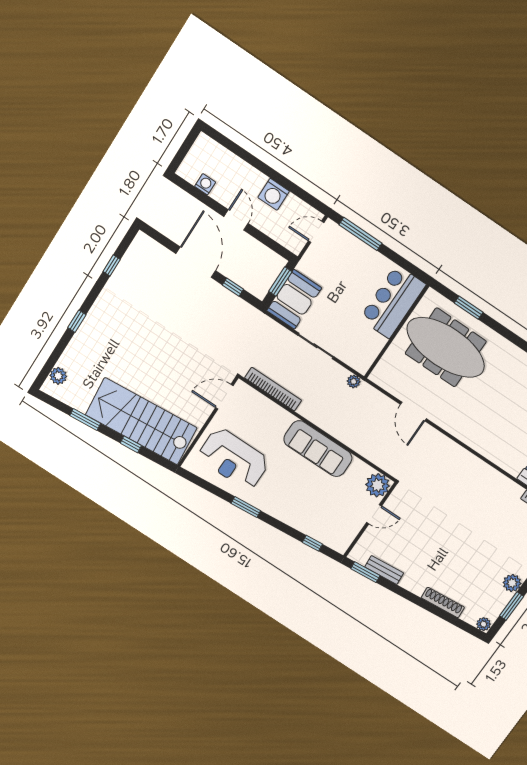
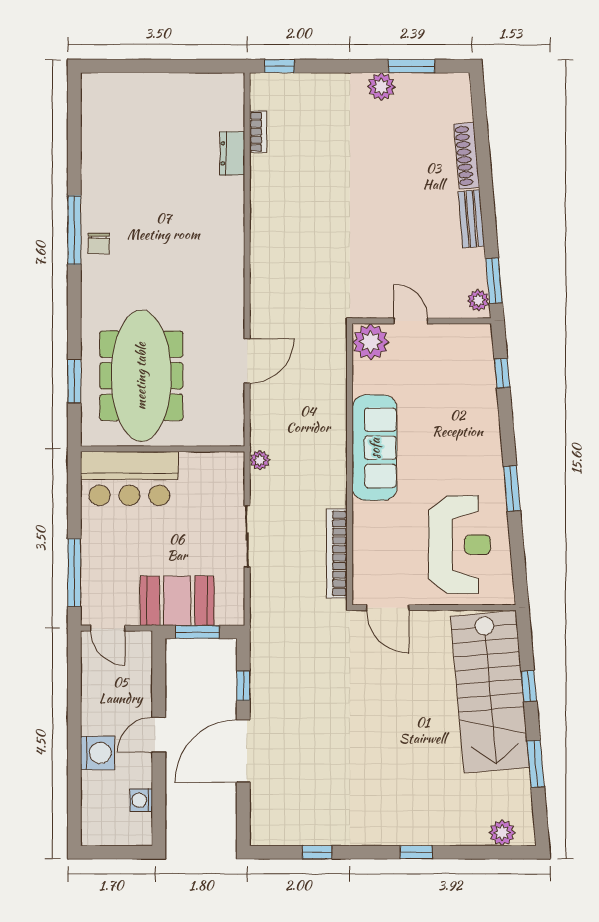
washing machine: (274, 194) -> (98, 753), moved
booth: (294, 299) -> (177, 601), moved
bench: (384, 570) -> (471, 219), moved
plant: (484, 624) -> (478, 300), moved

